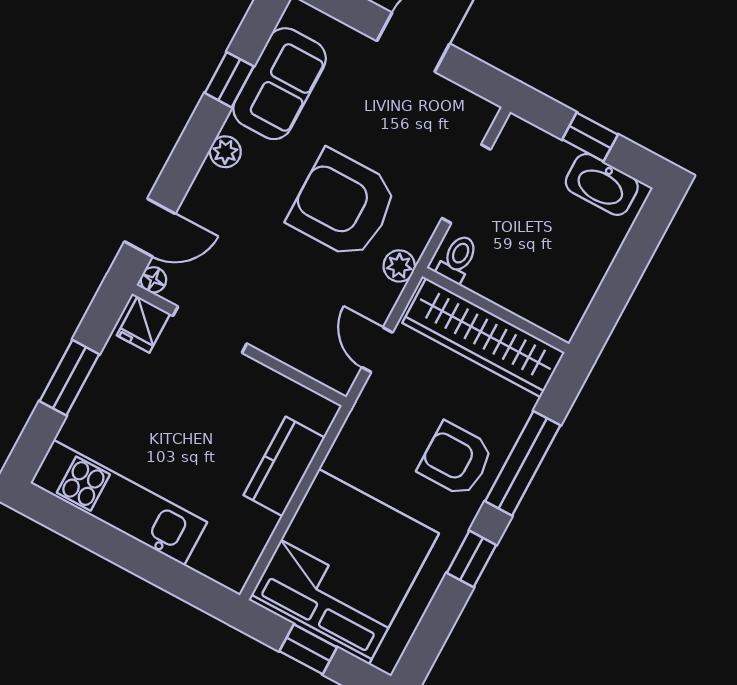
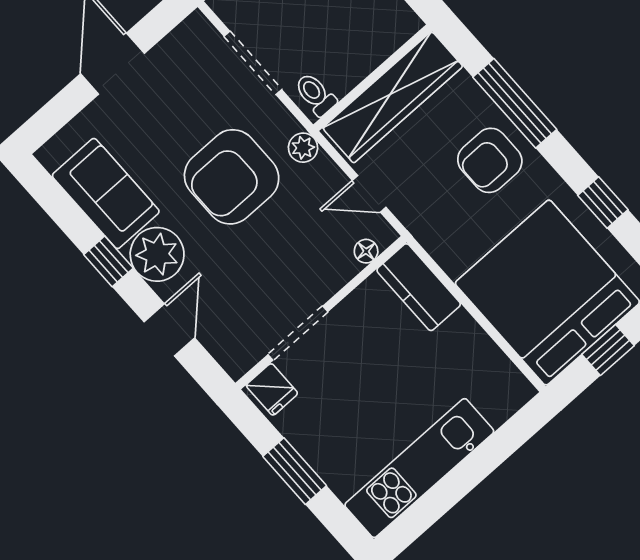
window: (229, 80) -> (108, 261), moved
plant: (225, 152) -> (157, 254), width x1.88, depth x1.88
door: (150, 228) -> (169, 330), moved
floor lamp: (153, 280) -> (366, 251), moved
kitchen counter: (284, 466) -> (419, 287), moved
window: (471, 559) -> (603, 203), moved

